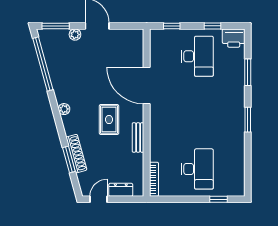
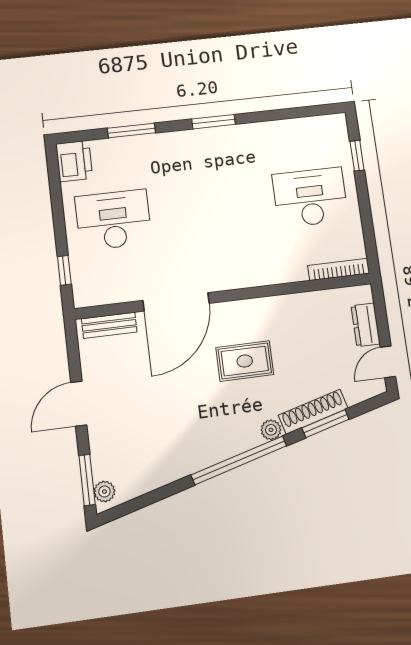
window: (212, 26) -> (57, 200), removed
plant: (75, 35) -> (104, 491), moved
window: (43, 64) -> (239, 460), moved
plant: (64, 109) -> (271, 430), moved
bench: (138, 137) -> (109, 325), moved
door: (99, 199) -> (388, 362), hinge flipped

